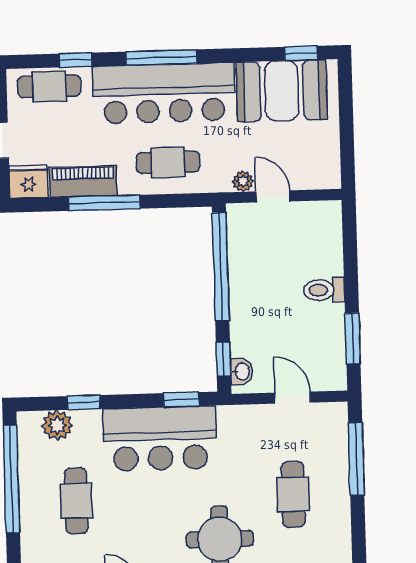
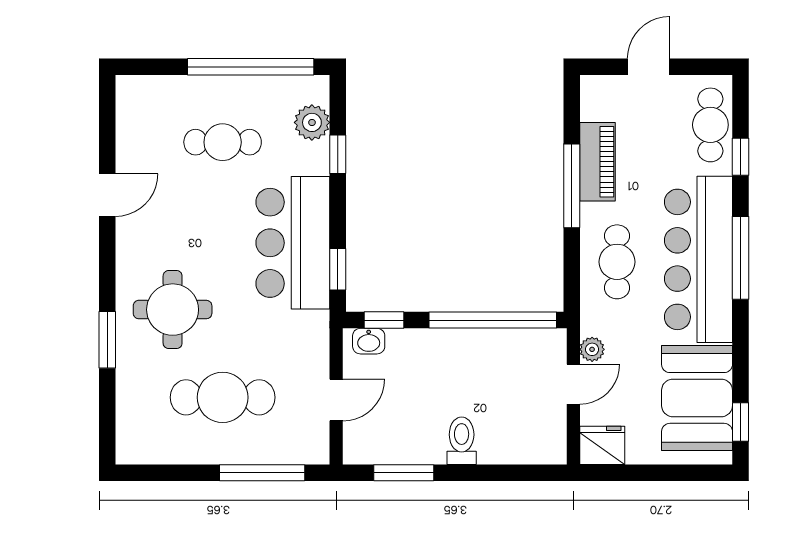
fridge: (29, 182) -> (602, 445), moved, turned -90
cafe table: (293, 494) -> (223, 397), width x1.37, depth x1.35

